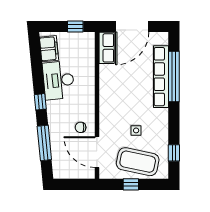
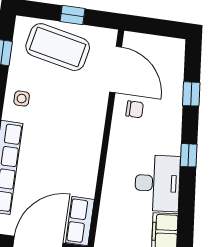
side table: (136, 130) -> (22, 99), moved
window: (44, 143) -> (191, 94), width x0.46

